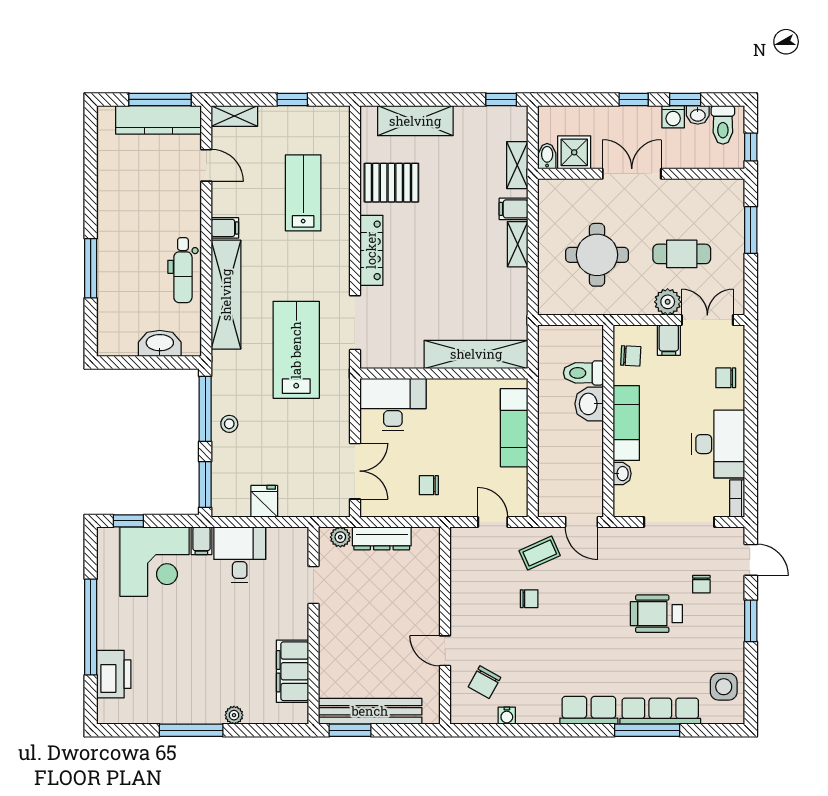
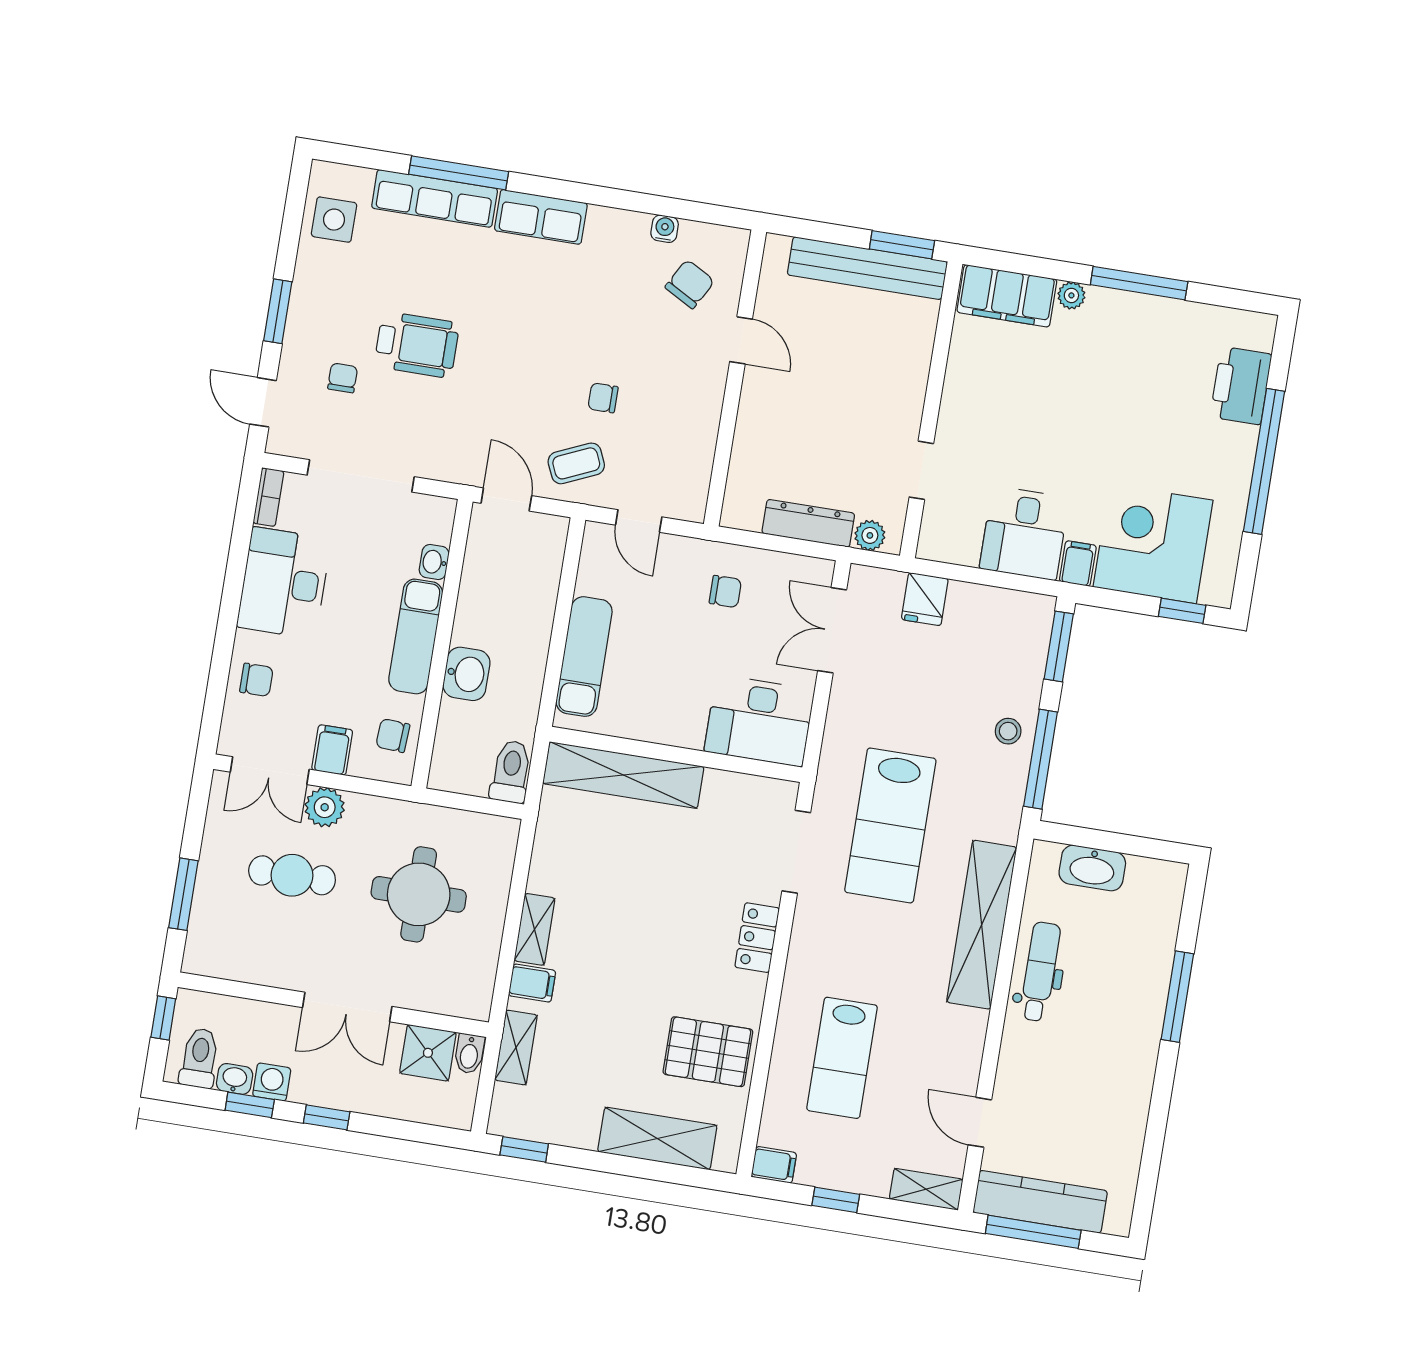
filing cabinet: (225, 228) -> (774, 1165), moved, turned 180
locker: (371, 250) -> (757, 938), width x0.66
toilet: (583, 373) -> (511, 772), moved, turned -90
fridge: (264, 501) -> (925, 599), moved
filing cabinet: (292, 671) -> (1007, 296), moved, turned 90

